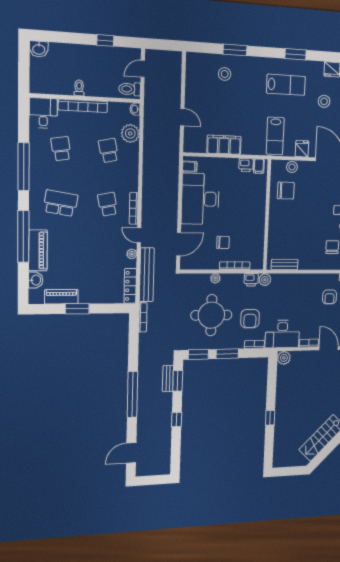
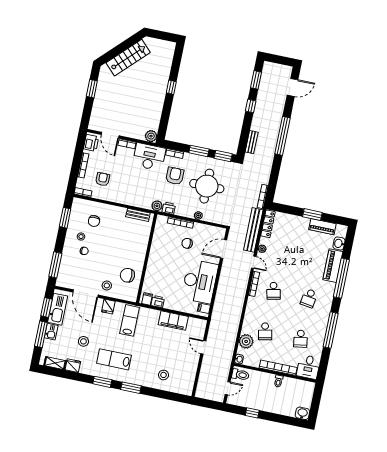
window: (235, 50) -> (131, 388), moved
stool: (292, 167) -> (107, 285), moved
school desk: (60, 203) -> (309, 298), width x0.54
window: (178, 381) -> (256, 80), moved

